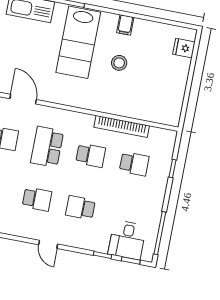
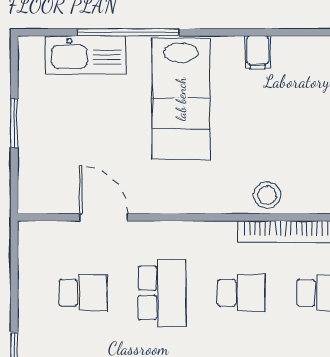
stool: (119, 63) -> (267, 195), moved
school desk: (47, 147) -> (162, 293), turned 180

